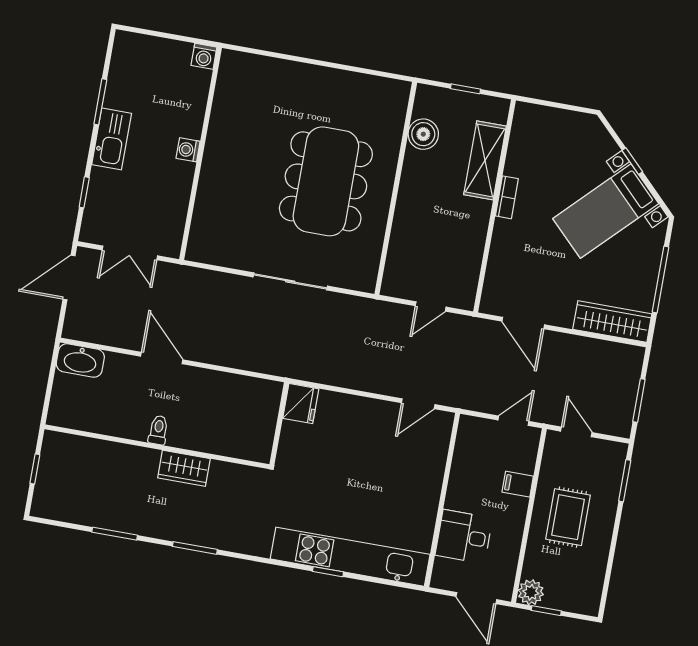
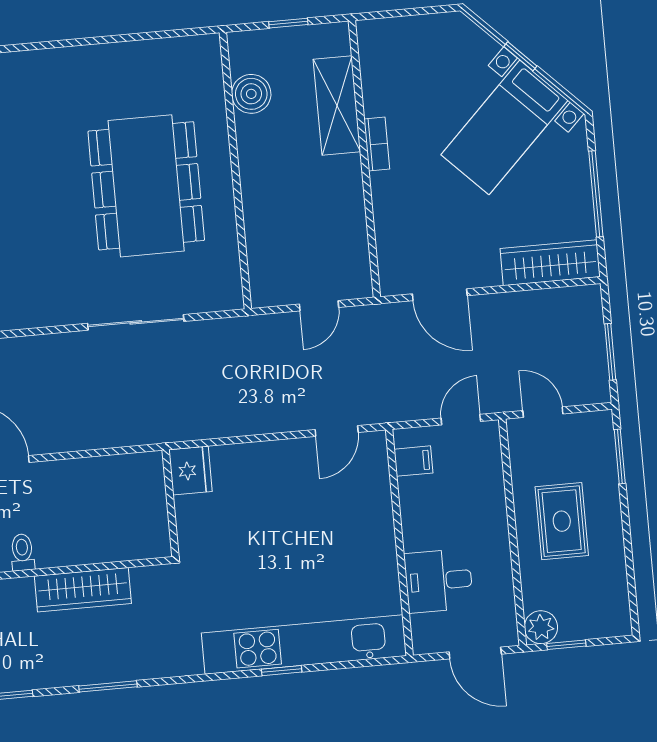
wardrobe: (184, 468) -> (83, 590), width x1.50
filing cabinet: (518, 484) -> (413, 461), moved, turned 180

